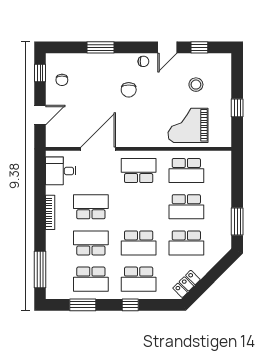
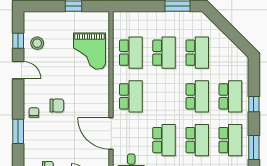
chair: (143, 61) -> (34, 113), moved
stool: (196, 85) -> (37, 43), moved
school desk: (139, 171) -> (131, 96), turned 180
school desk: (91, 207) -> (164, 140), turned 180
school desk: (91, 243) -> (197, 140), turned 180
locker: (186, 284) -> (235, 53), removed

